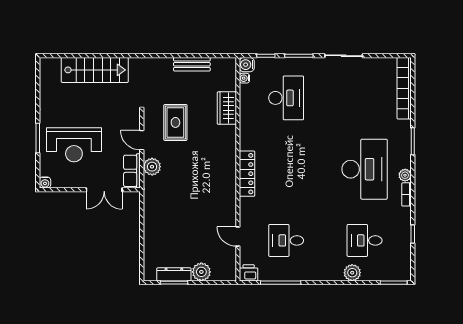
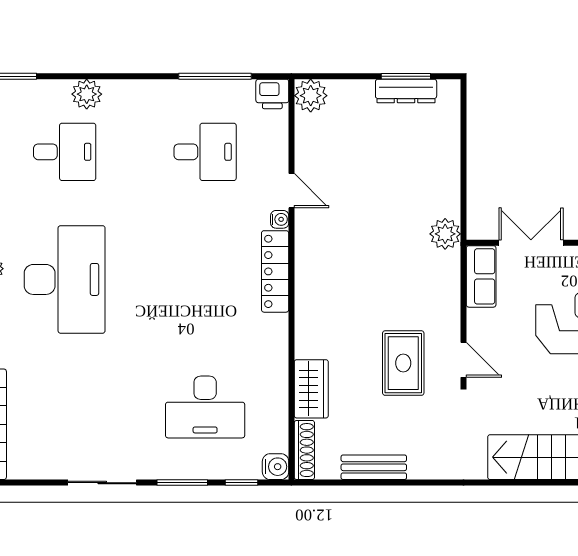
shoe rack: (231, 74) -> (304, 450), added
water cooler: (244, 78) -> (280, 219), moved
desk: (286, 98) -> (205, 407), turned -90
door: (142, 140) -> (464, 360), moved
plant: (152, 167) -> (445, 234), moved
desk: (365, 169) -> (65, 279), turned 180
door: (238, 237) -> (291, 191), moved
plant: (201, 272) -> (311, 96), moved

